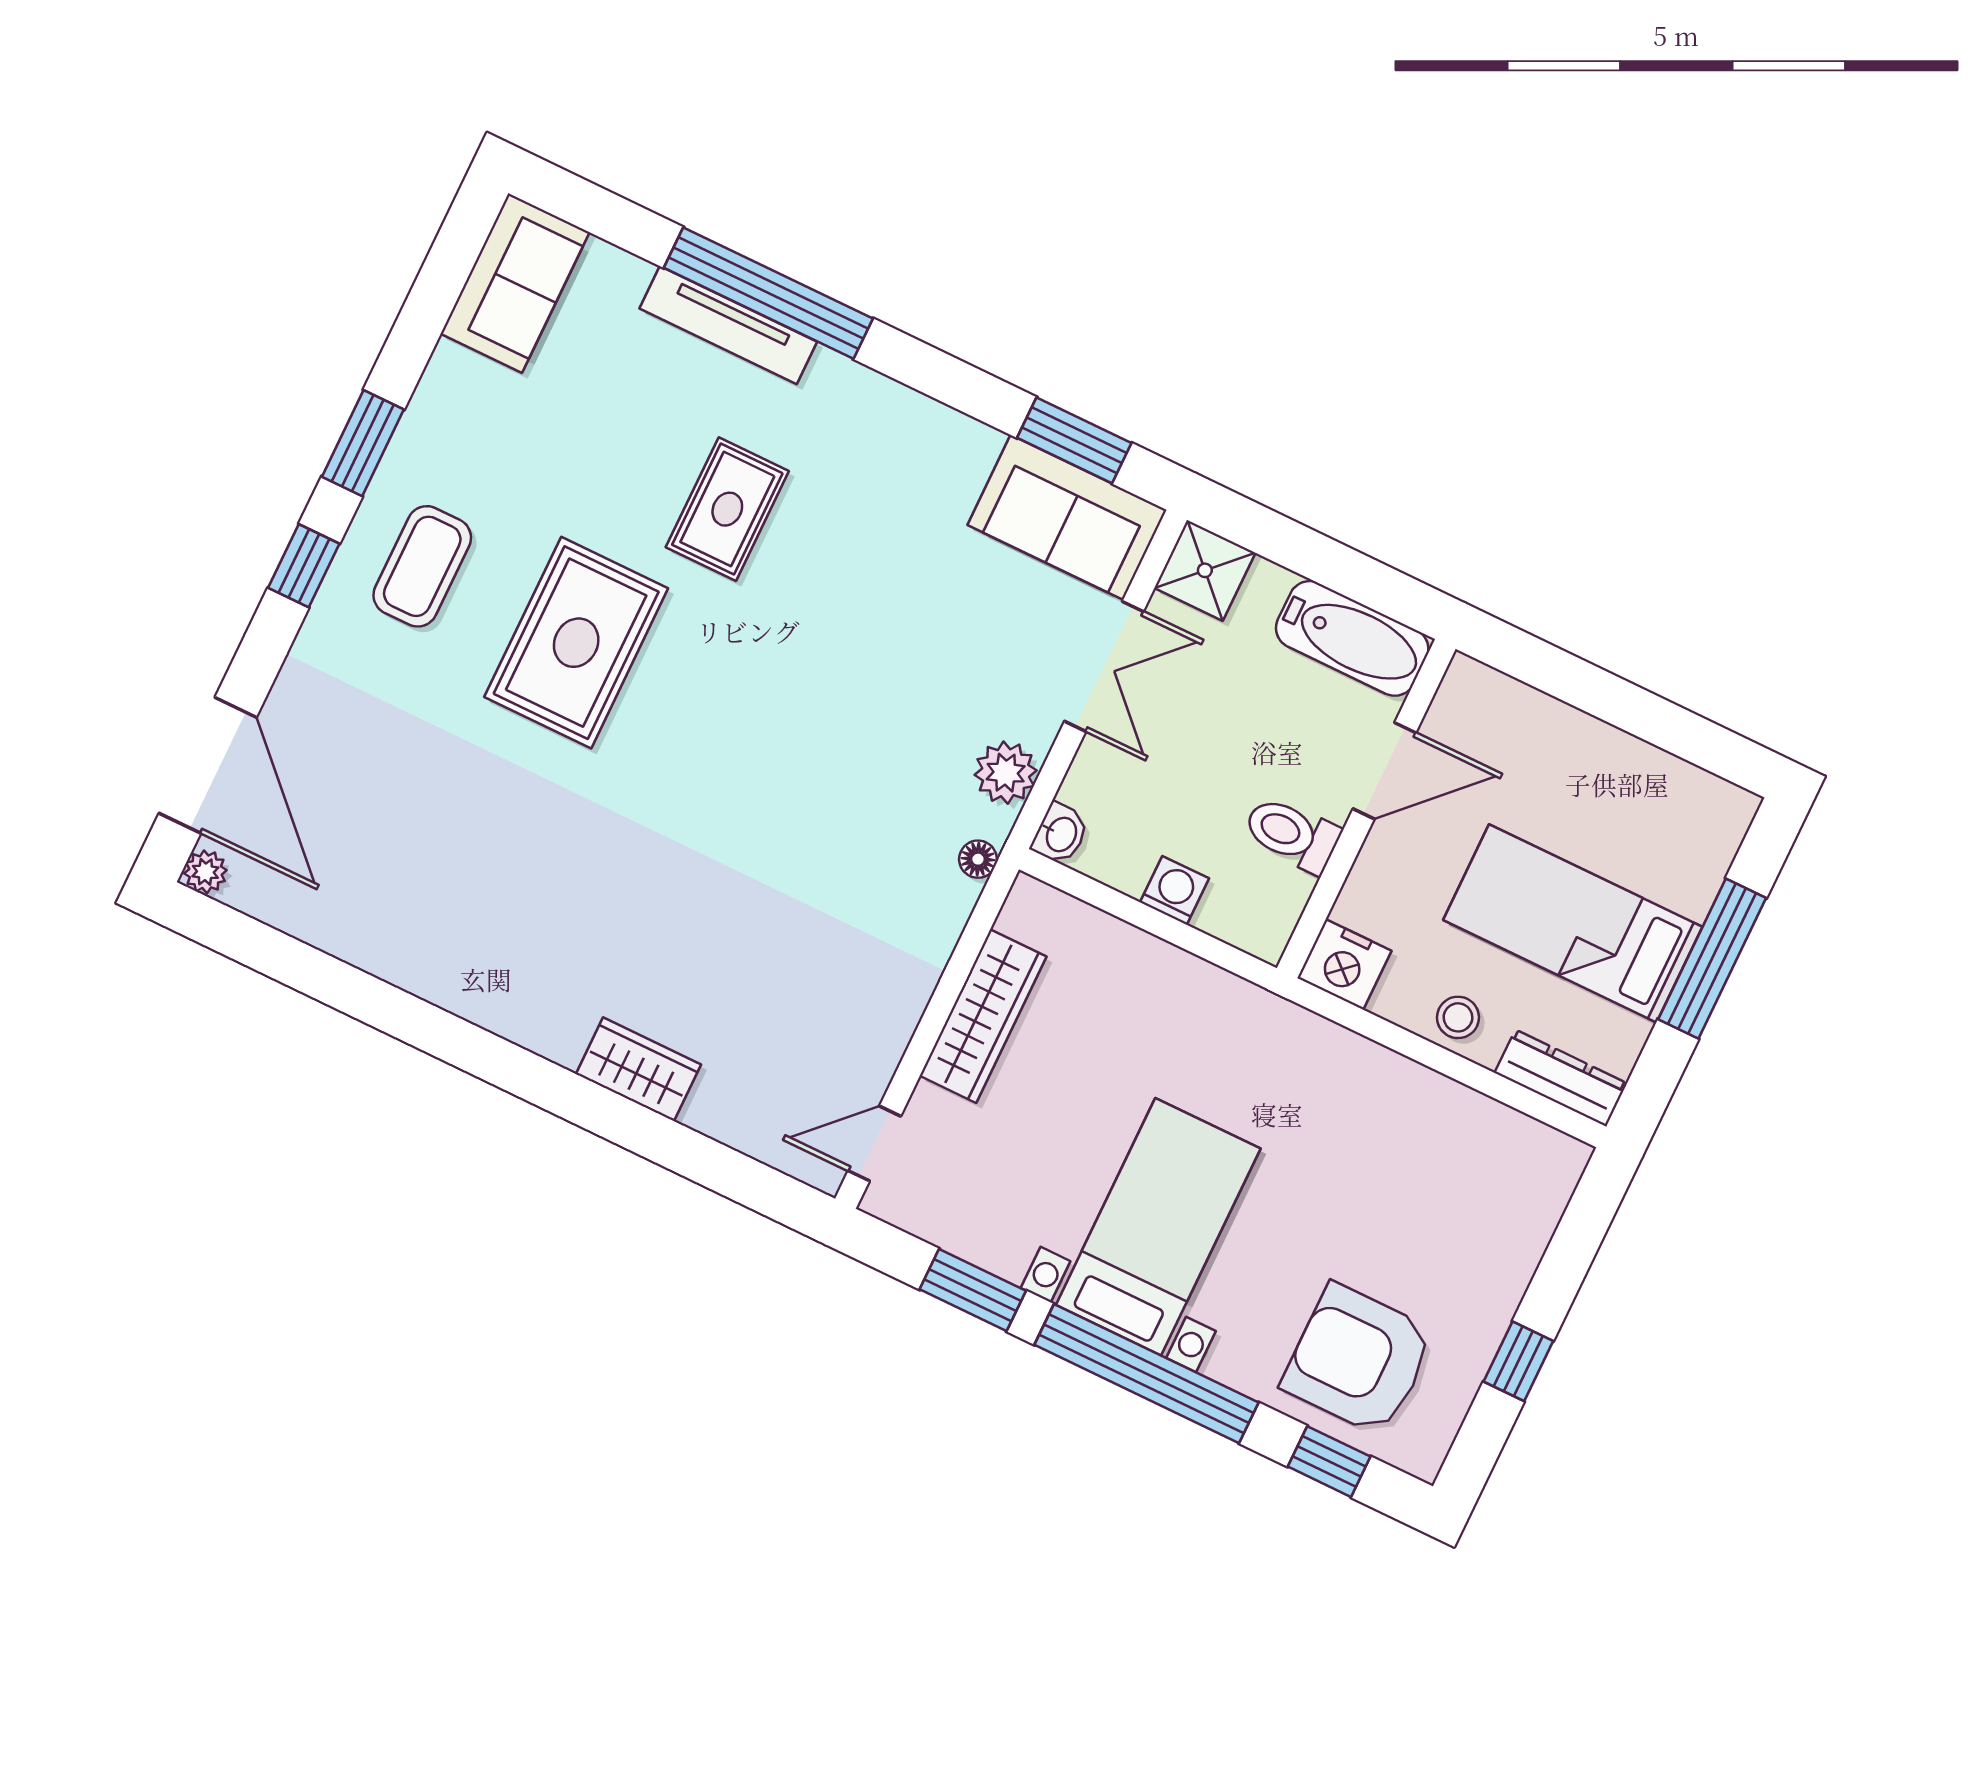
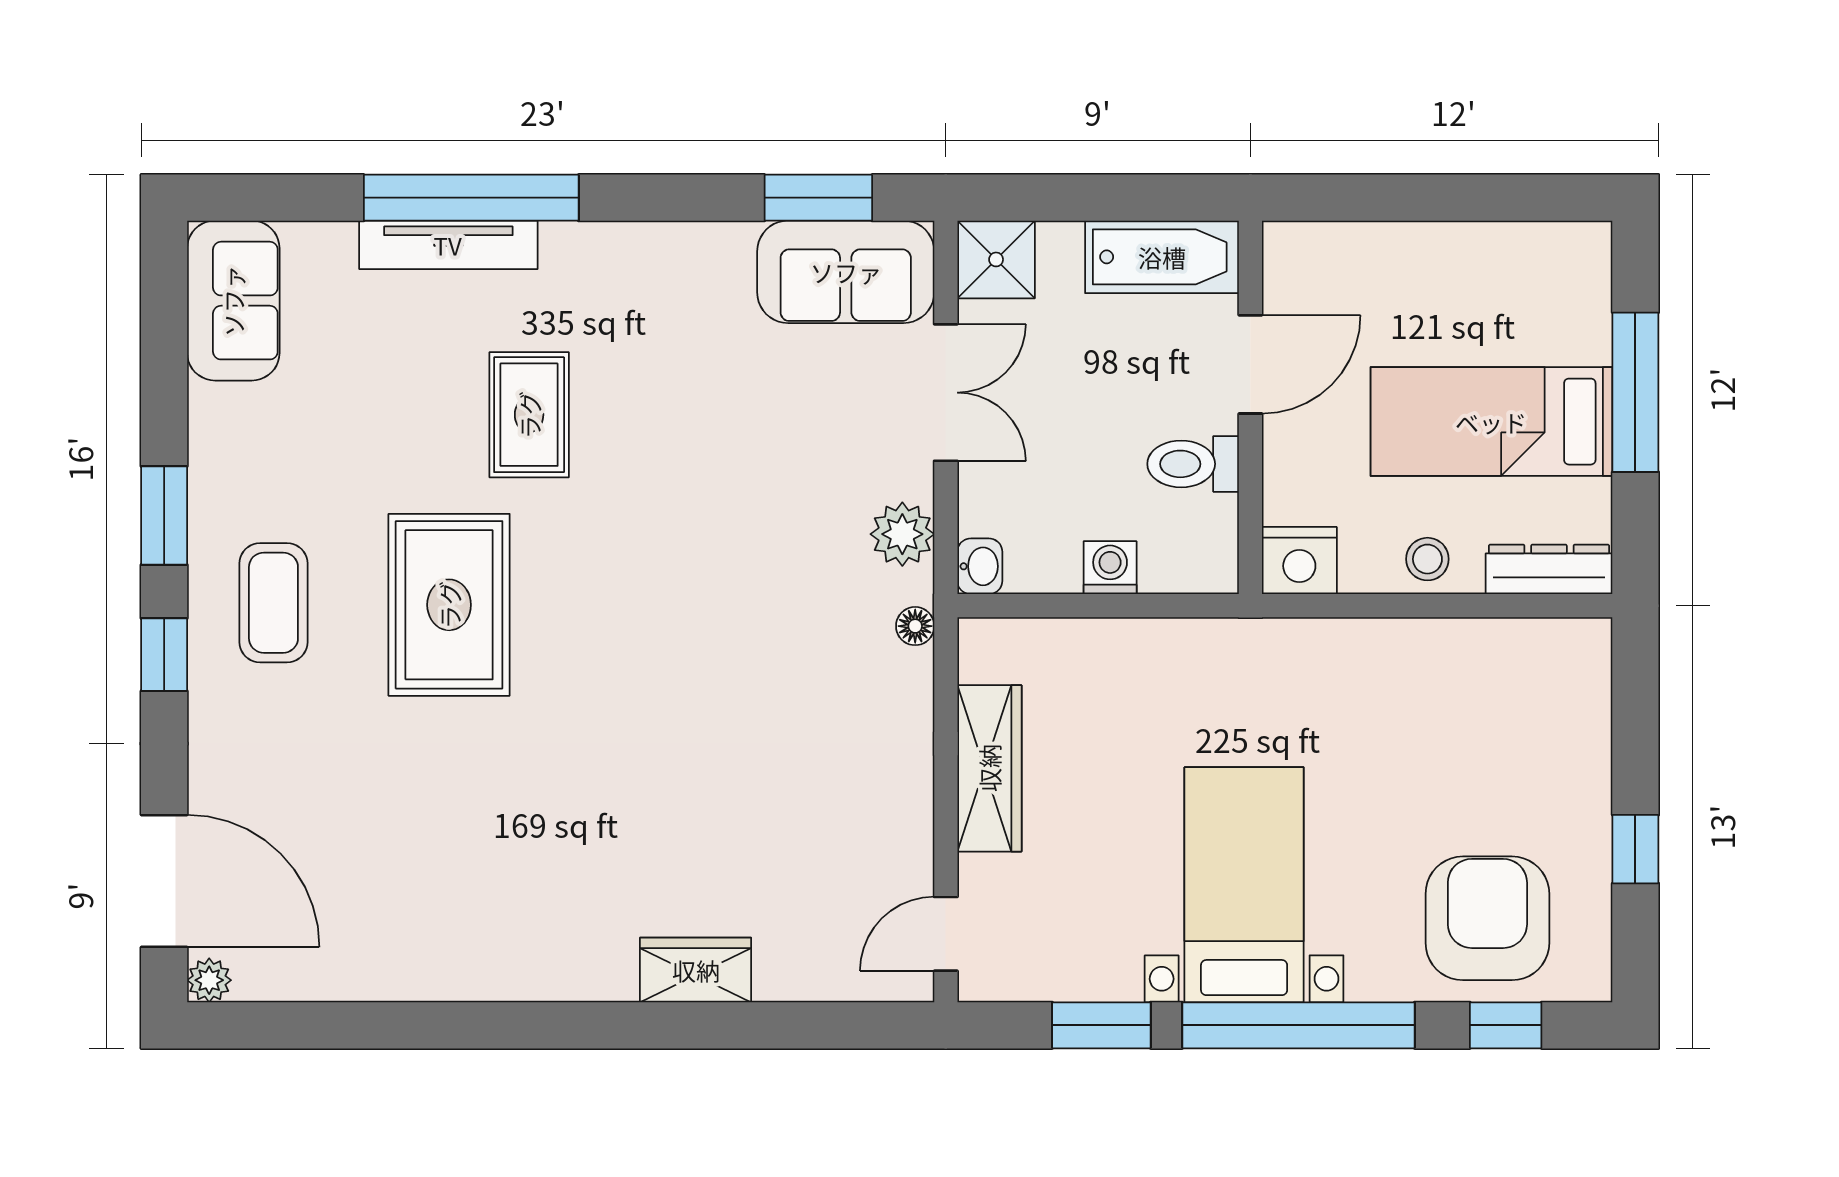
armchair: (1358, 1360) -> (1487, 918), turned 90

